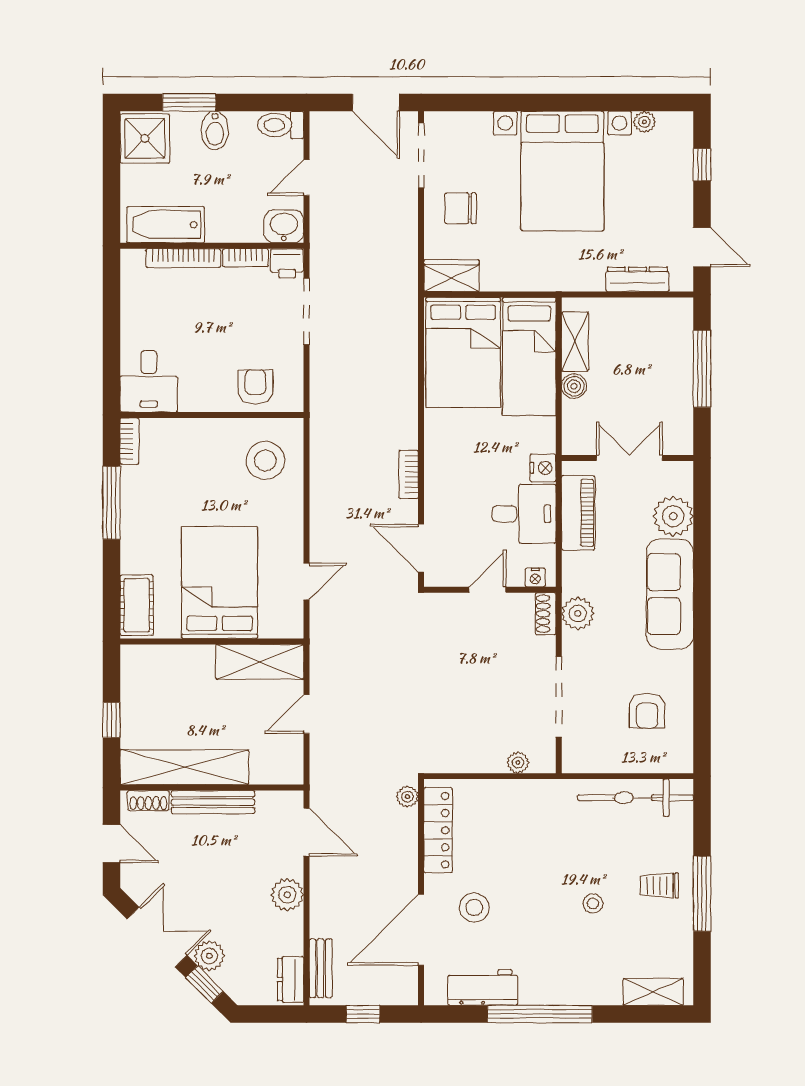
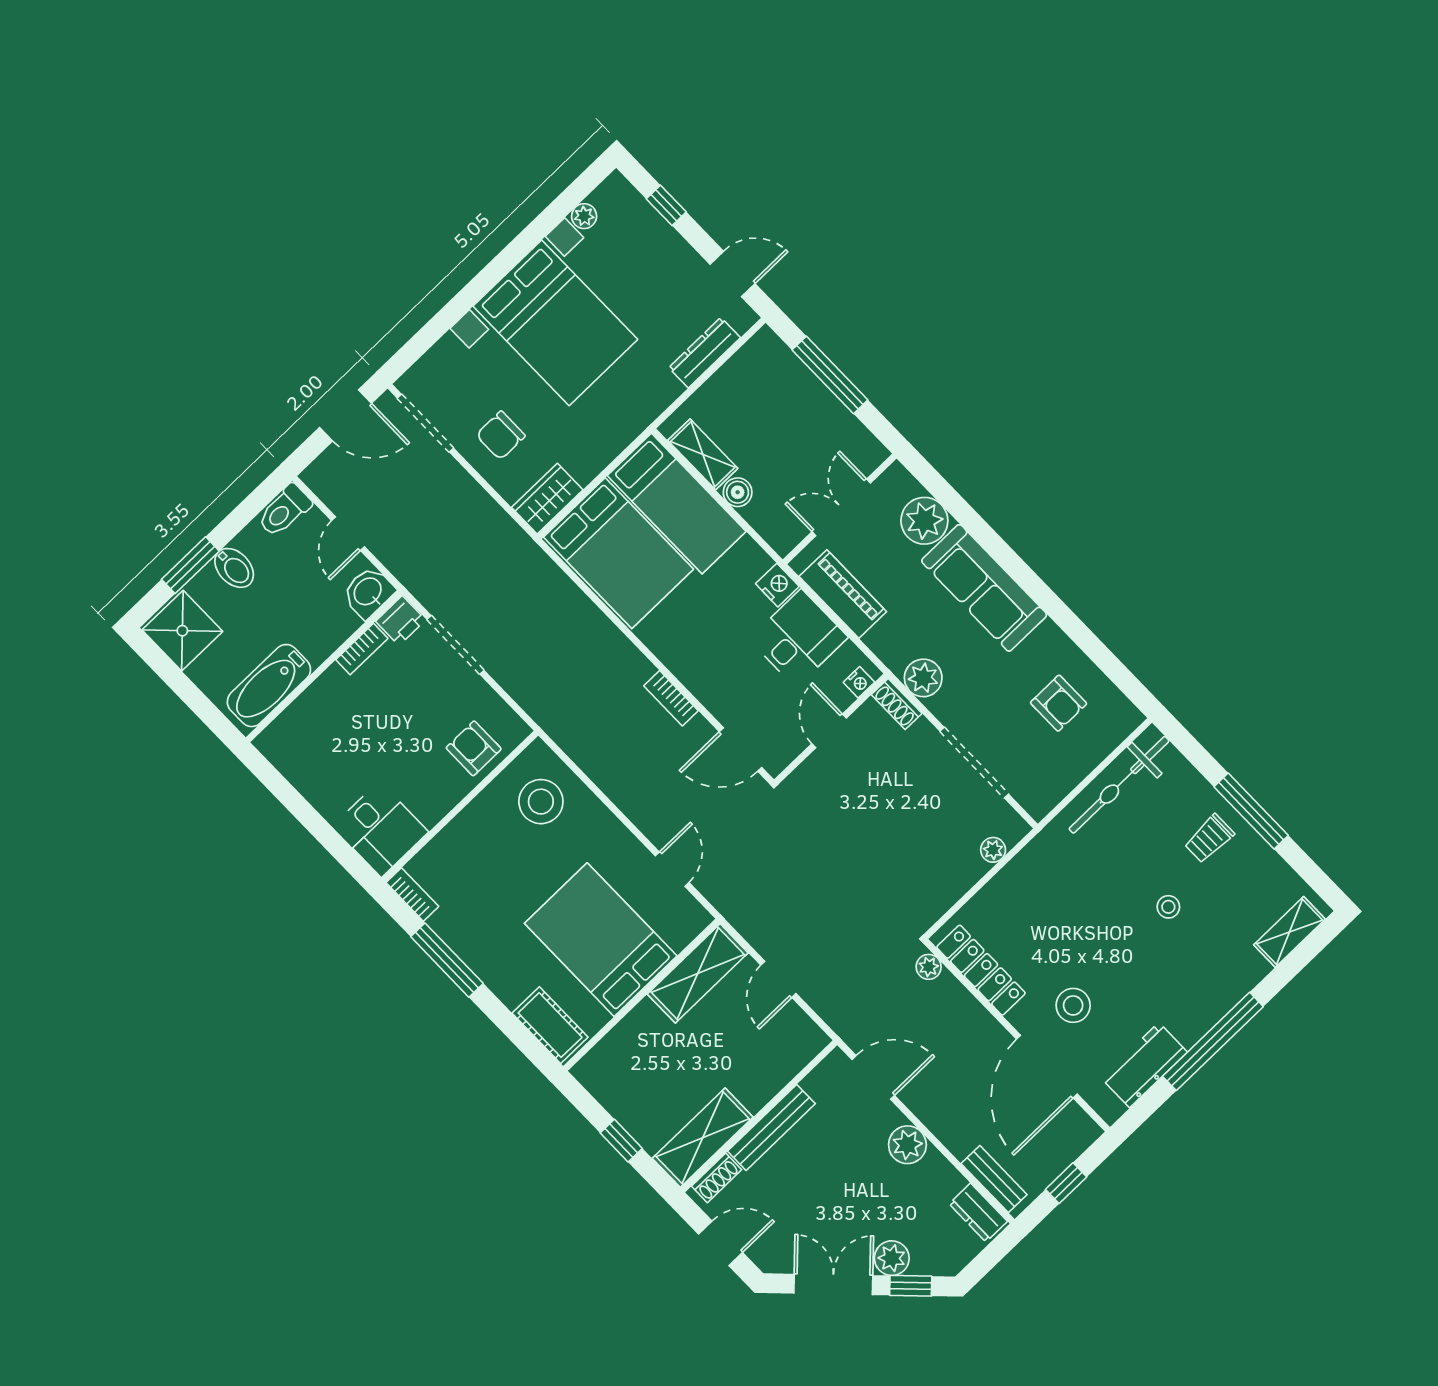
bookcase: (183, 258) -> (310, 699), removed
shelving: (184, 767) -> (703, 1138), width x0.68

